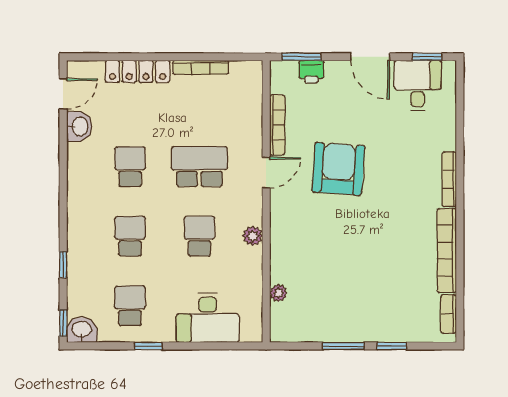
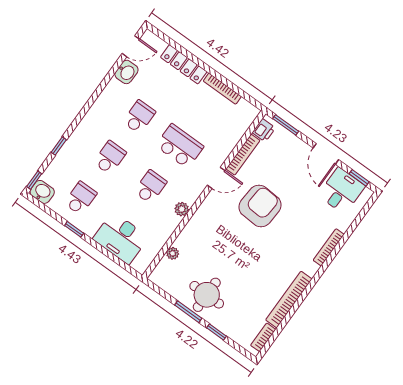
printer: (311, 72) -> (264, 130), moved, turned -90
bookcase: (449, 179) -> (329, 247), moved
round table: (350, 312) -> (207, 295), added

